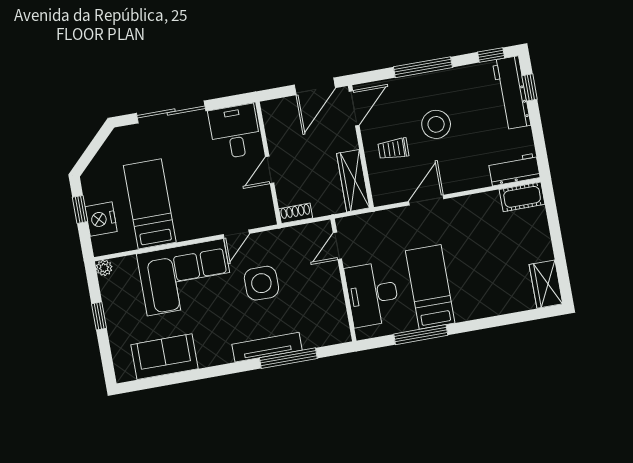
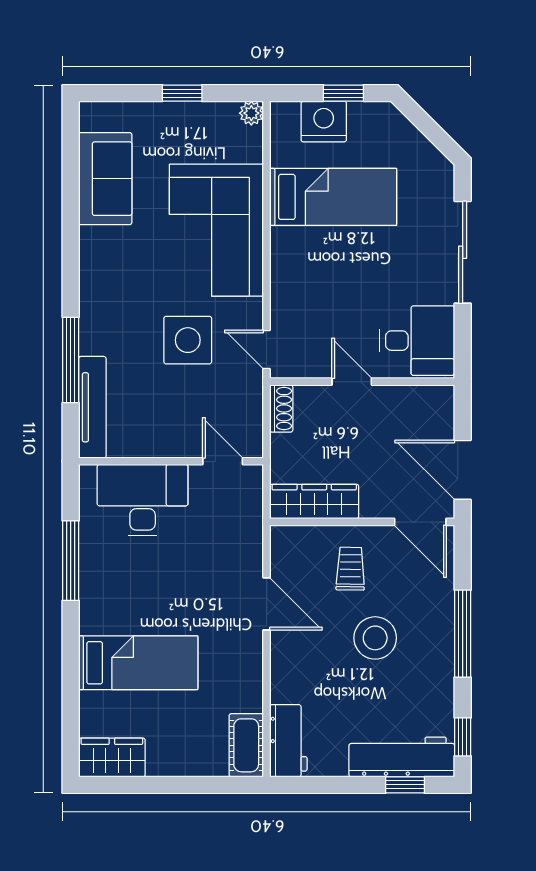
door: (236, 234) -> (267, 349), moved
bed: (430, 287) -> (138, 663), moved
tv unit: (267, 347) -> (92, 407), moved

